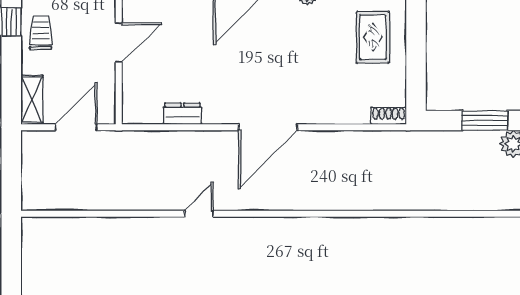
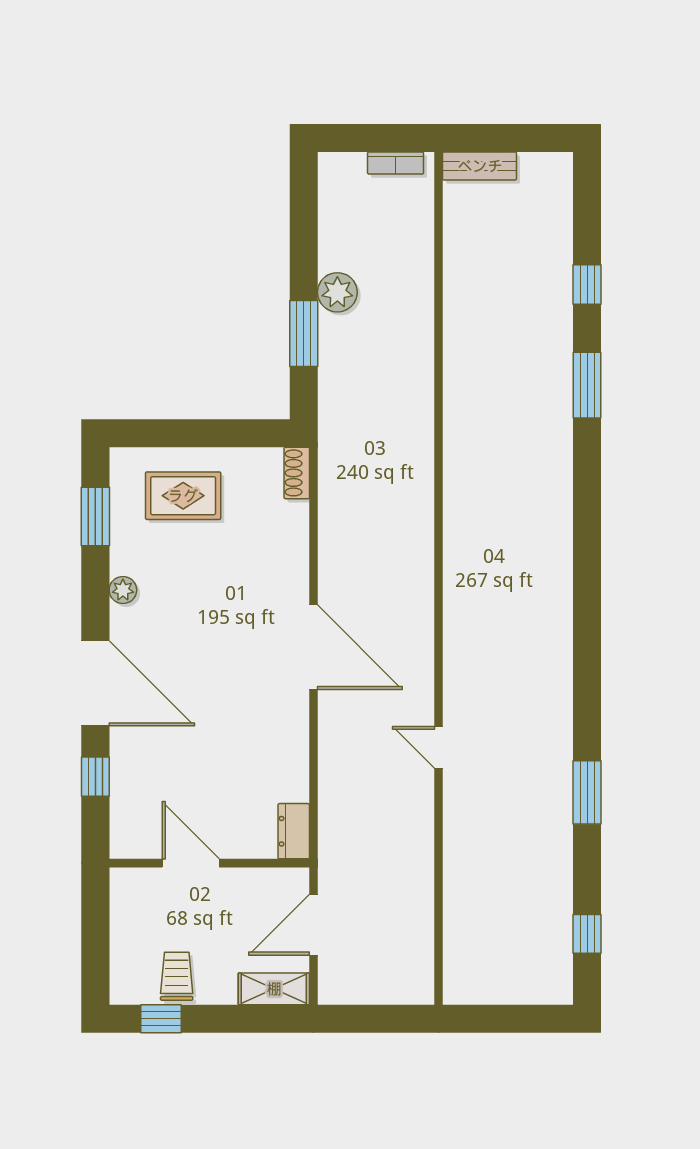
trolley: (41, 33) -> (177, 976), turned 90
dresser: (182, 114) -> (294, 831), moved
door: (76, 127) -> (313, 925), hinge flipped

